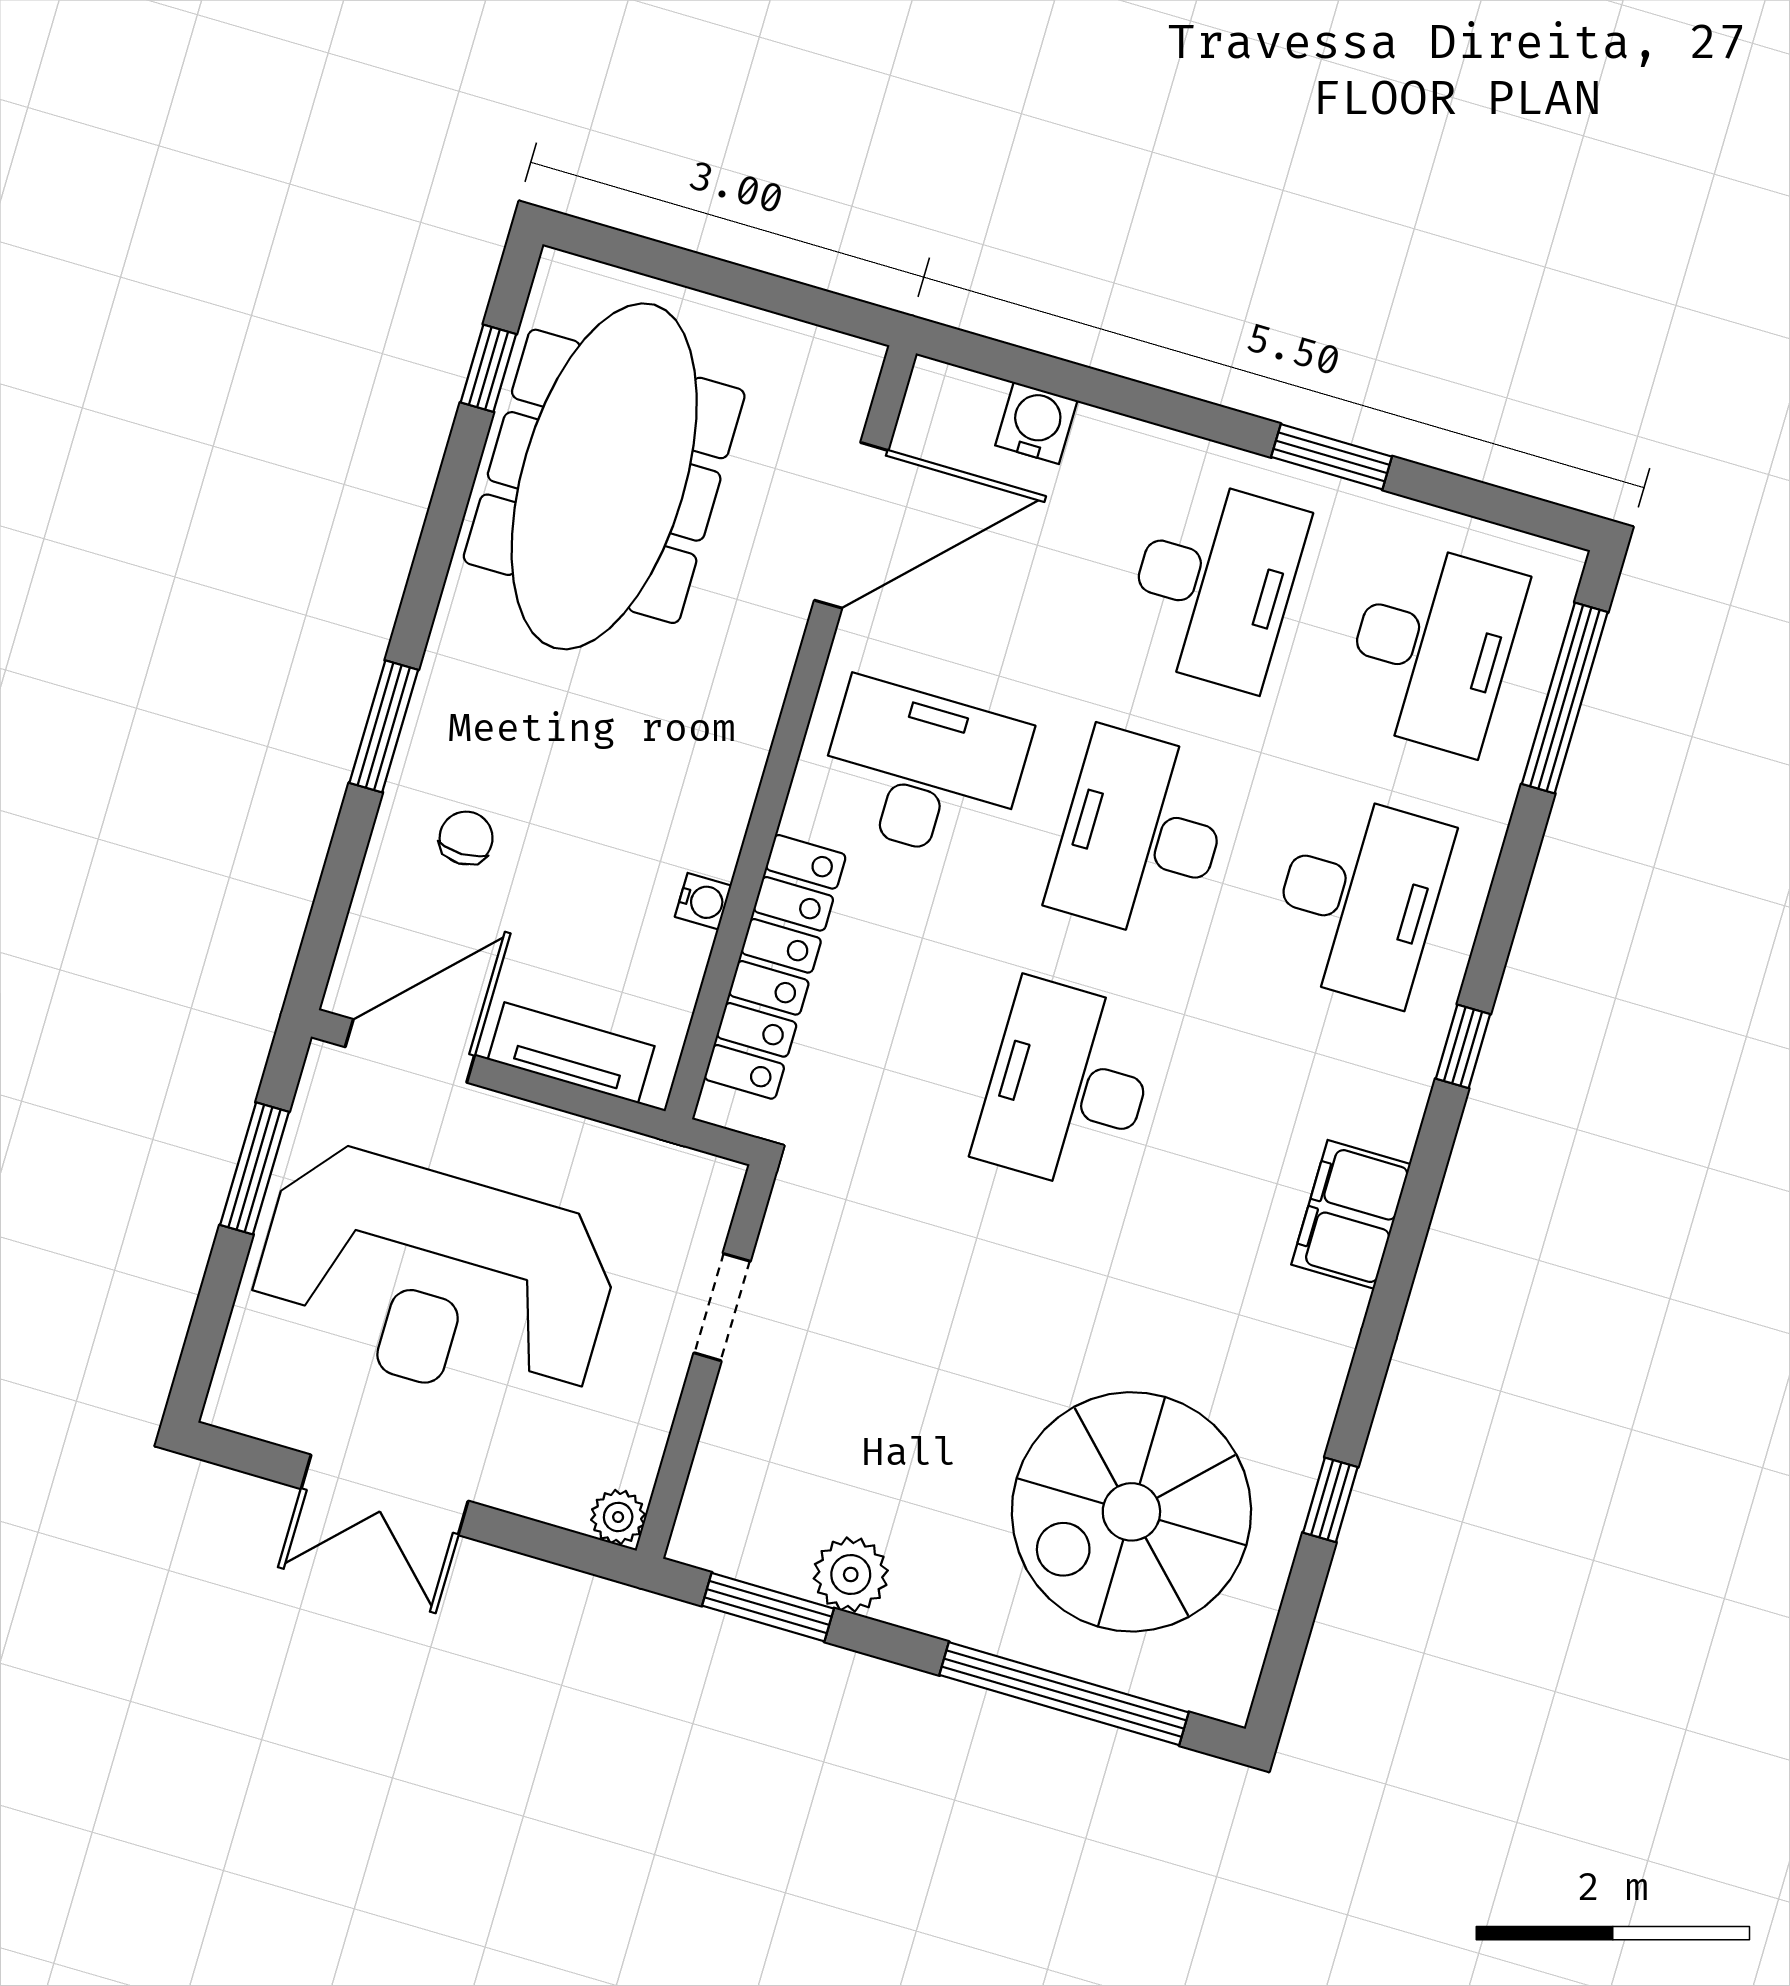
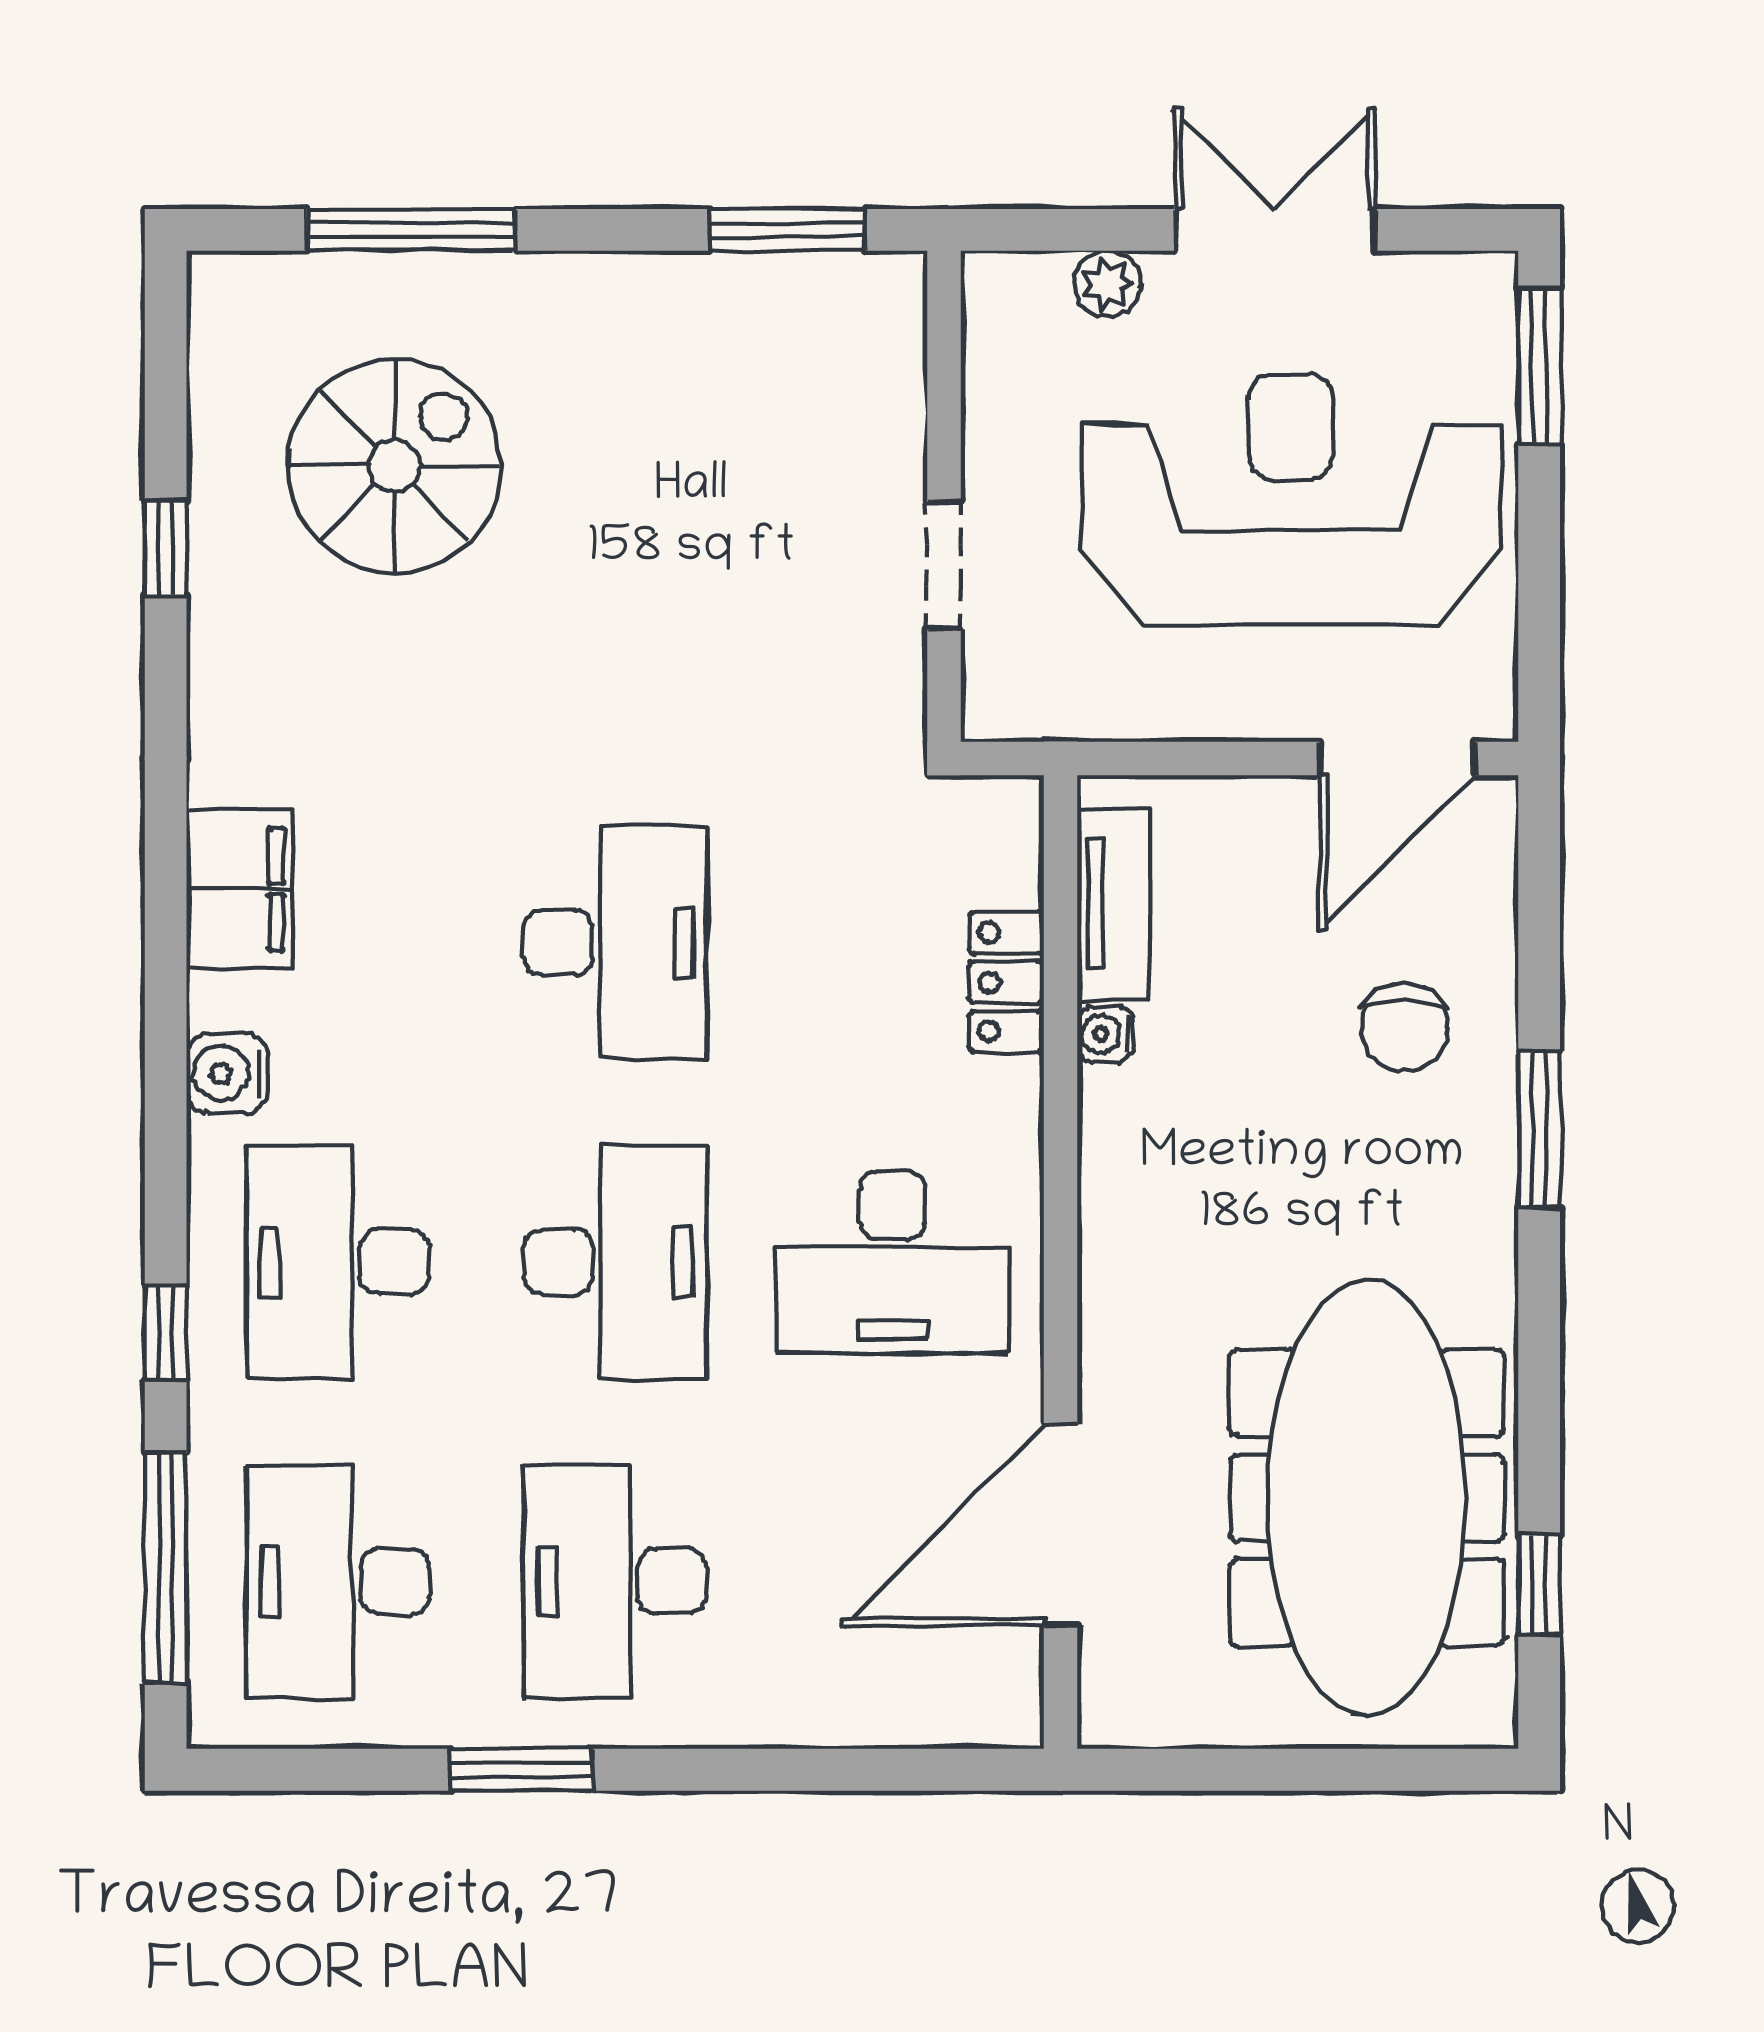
water cooler: (1036, 423) -> (227, 1073), moved, turned 90
chair: (466, 838) -> (1404, 1027), width x1.37, depth x1.37
locker: (775, 967) -> (1006, 982), width x0.46, depth x0.83
window: (1463, 1046) -> (166, 1333), moved
tv unit: (571, 1053) -> (1114, 904), moved, turned -90
window: (254, 1168) -> (1539, 366), moved
spiral stairs: (1131, 1512) -> (395, 466), width x0.73, depth x0.73
plant: (618, 1517) -> (1107, 284), moved
plant: (851, 1574) -> (702, 296), removed
window: (1064, 1694) -> (411, 230), width x0.68

